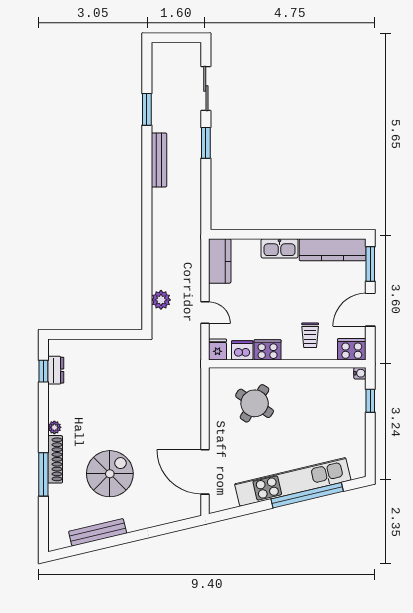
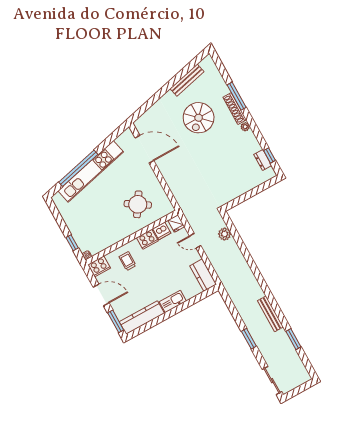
sliding door: (206, 89) -> (272, 381), moved
door: (370, 310) -> (101, 295), hinge flipped

